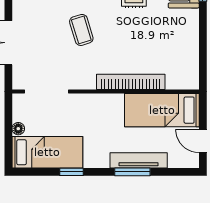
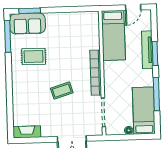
bookcase: (131, 82) -> (96, 73), moved
window: (72, 172) -> (156, 94), width x2.17

